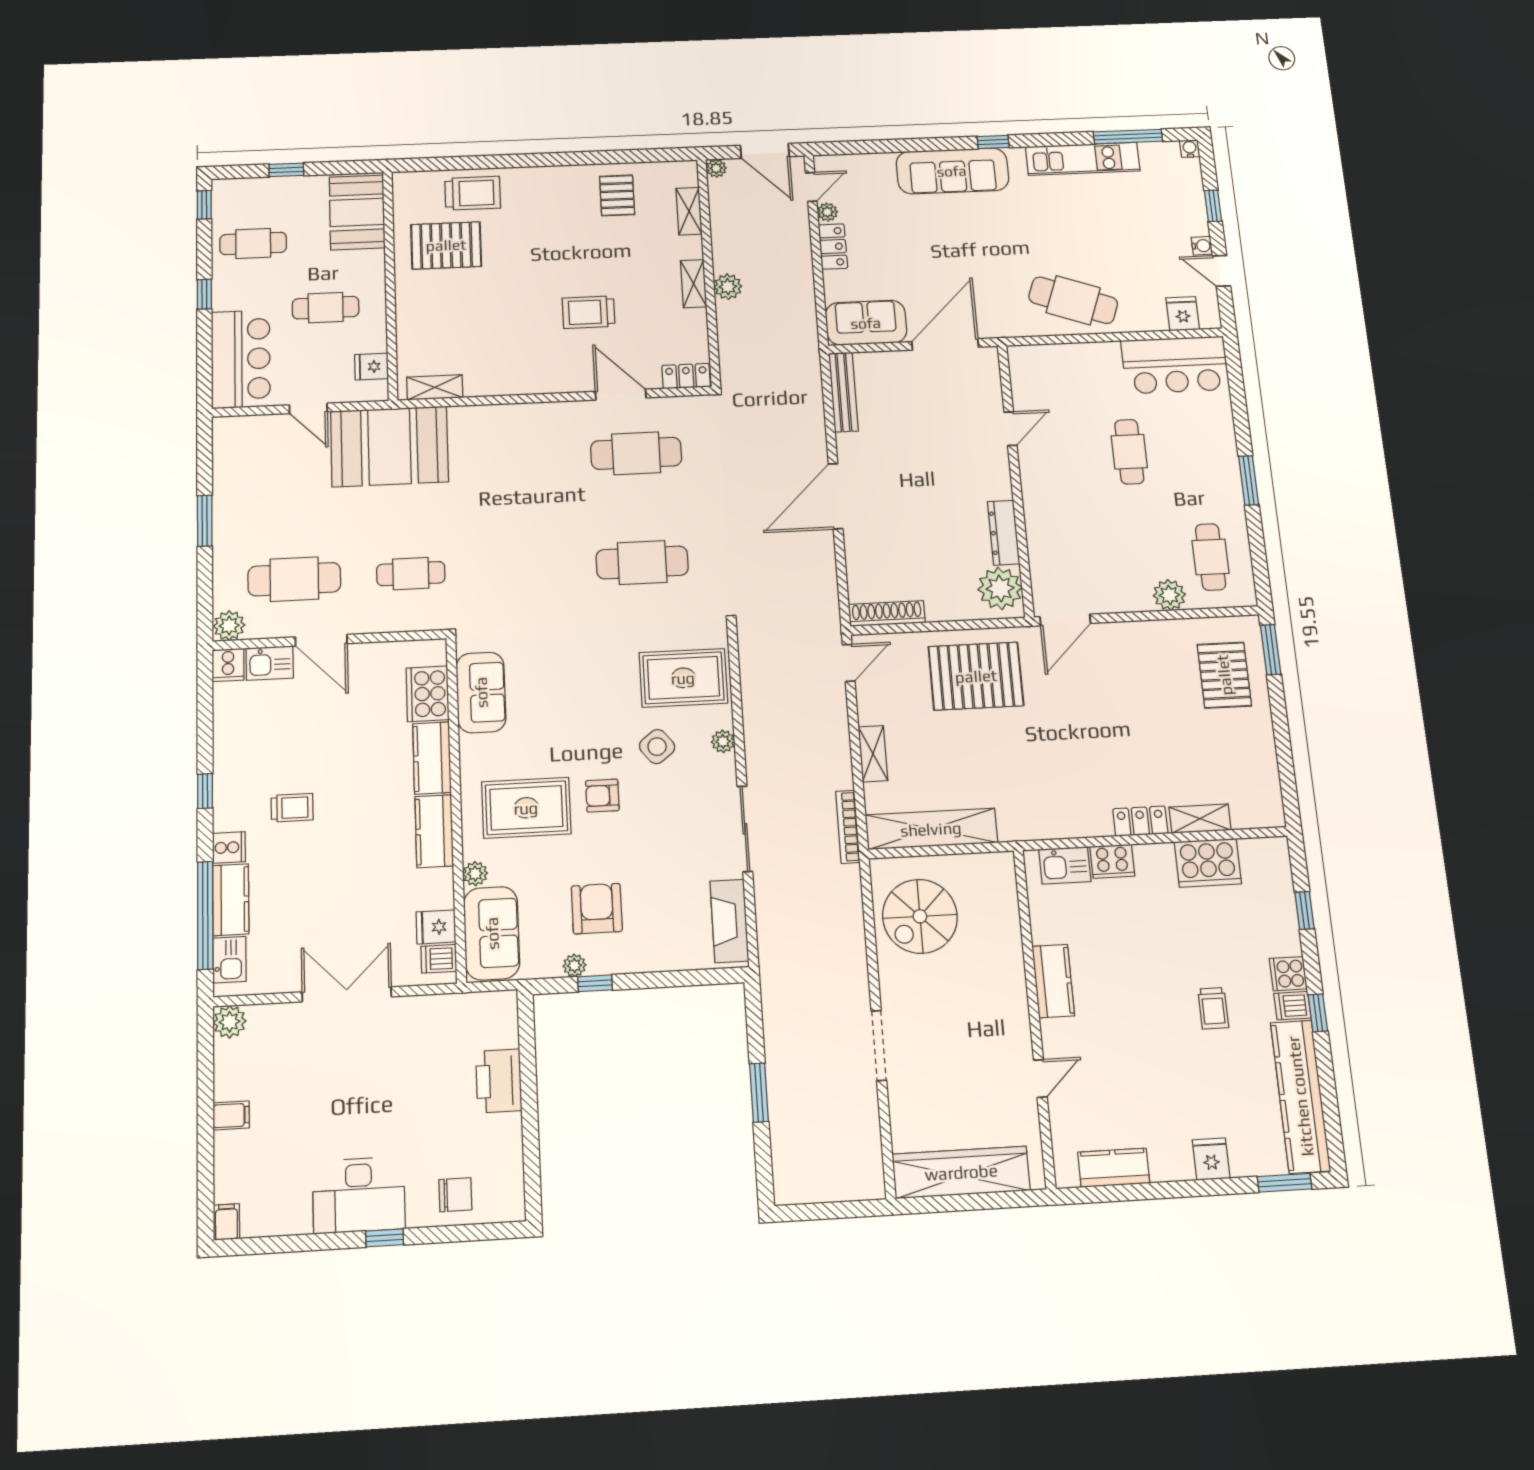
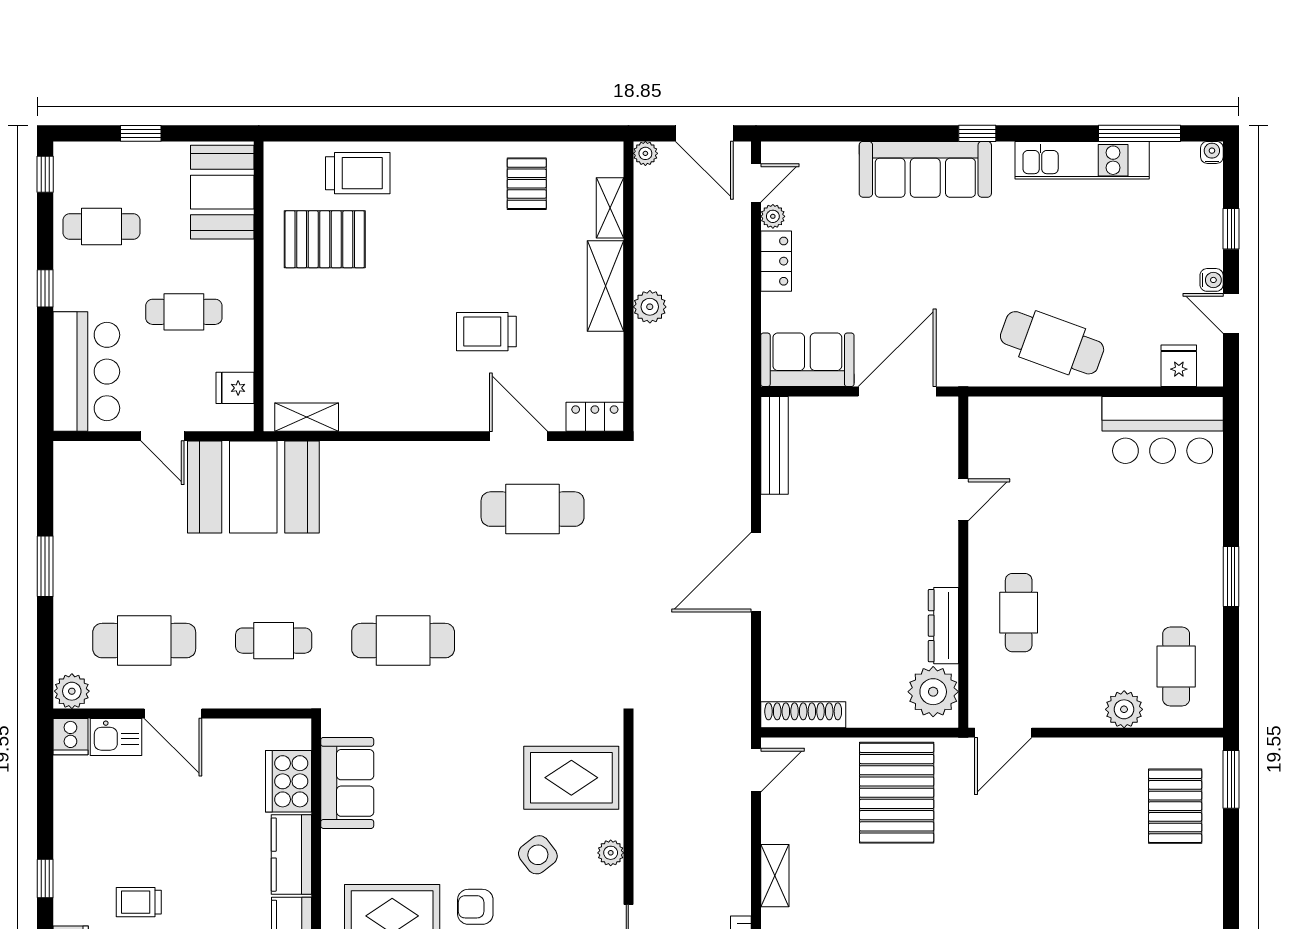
shelving: (694, 284) -> (606, 286), width x1.50, depth x1.33
cafe table: (1129, 452) -> (1019, 613), moved
cafe table: (642, 563) -> (403, 641), moved
pallet: (976, 676) -> (897, 793), turned 90
trolley: (292, 808) -> (139, 902), turned 180

